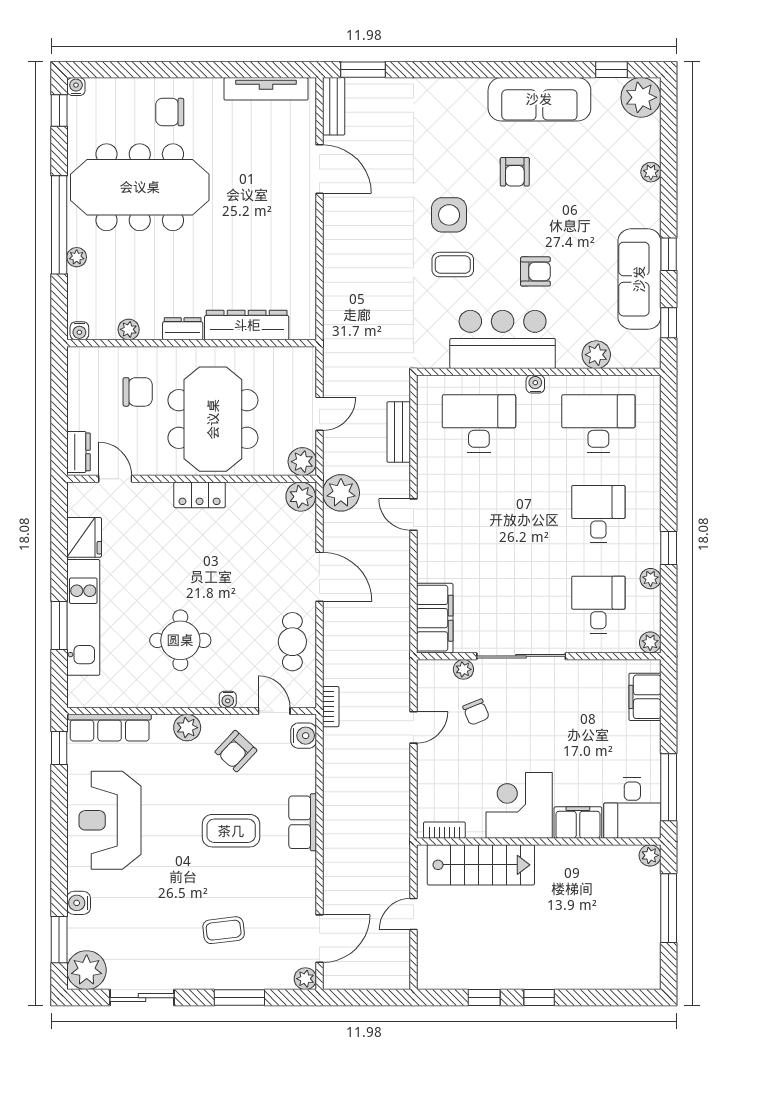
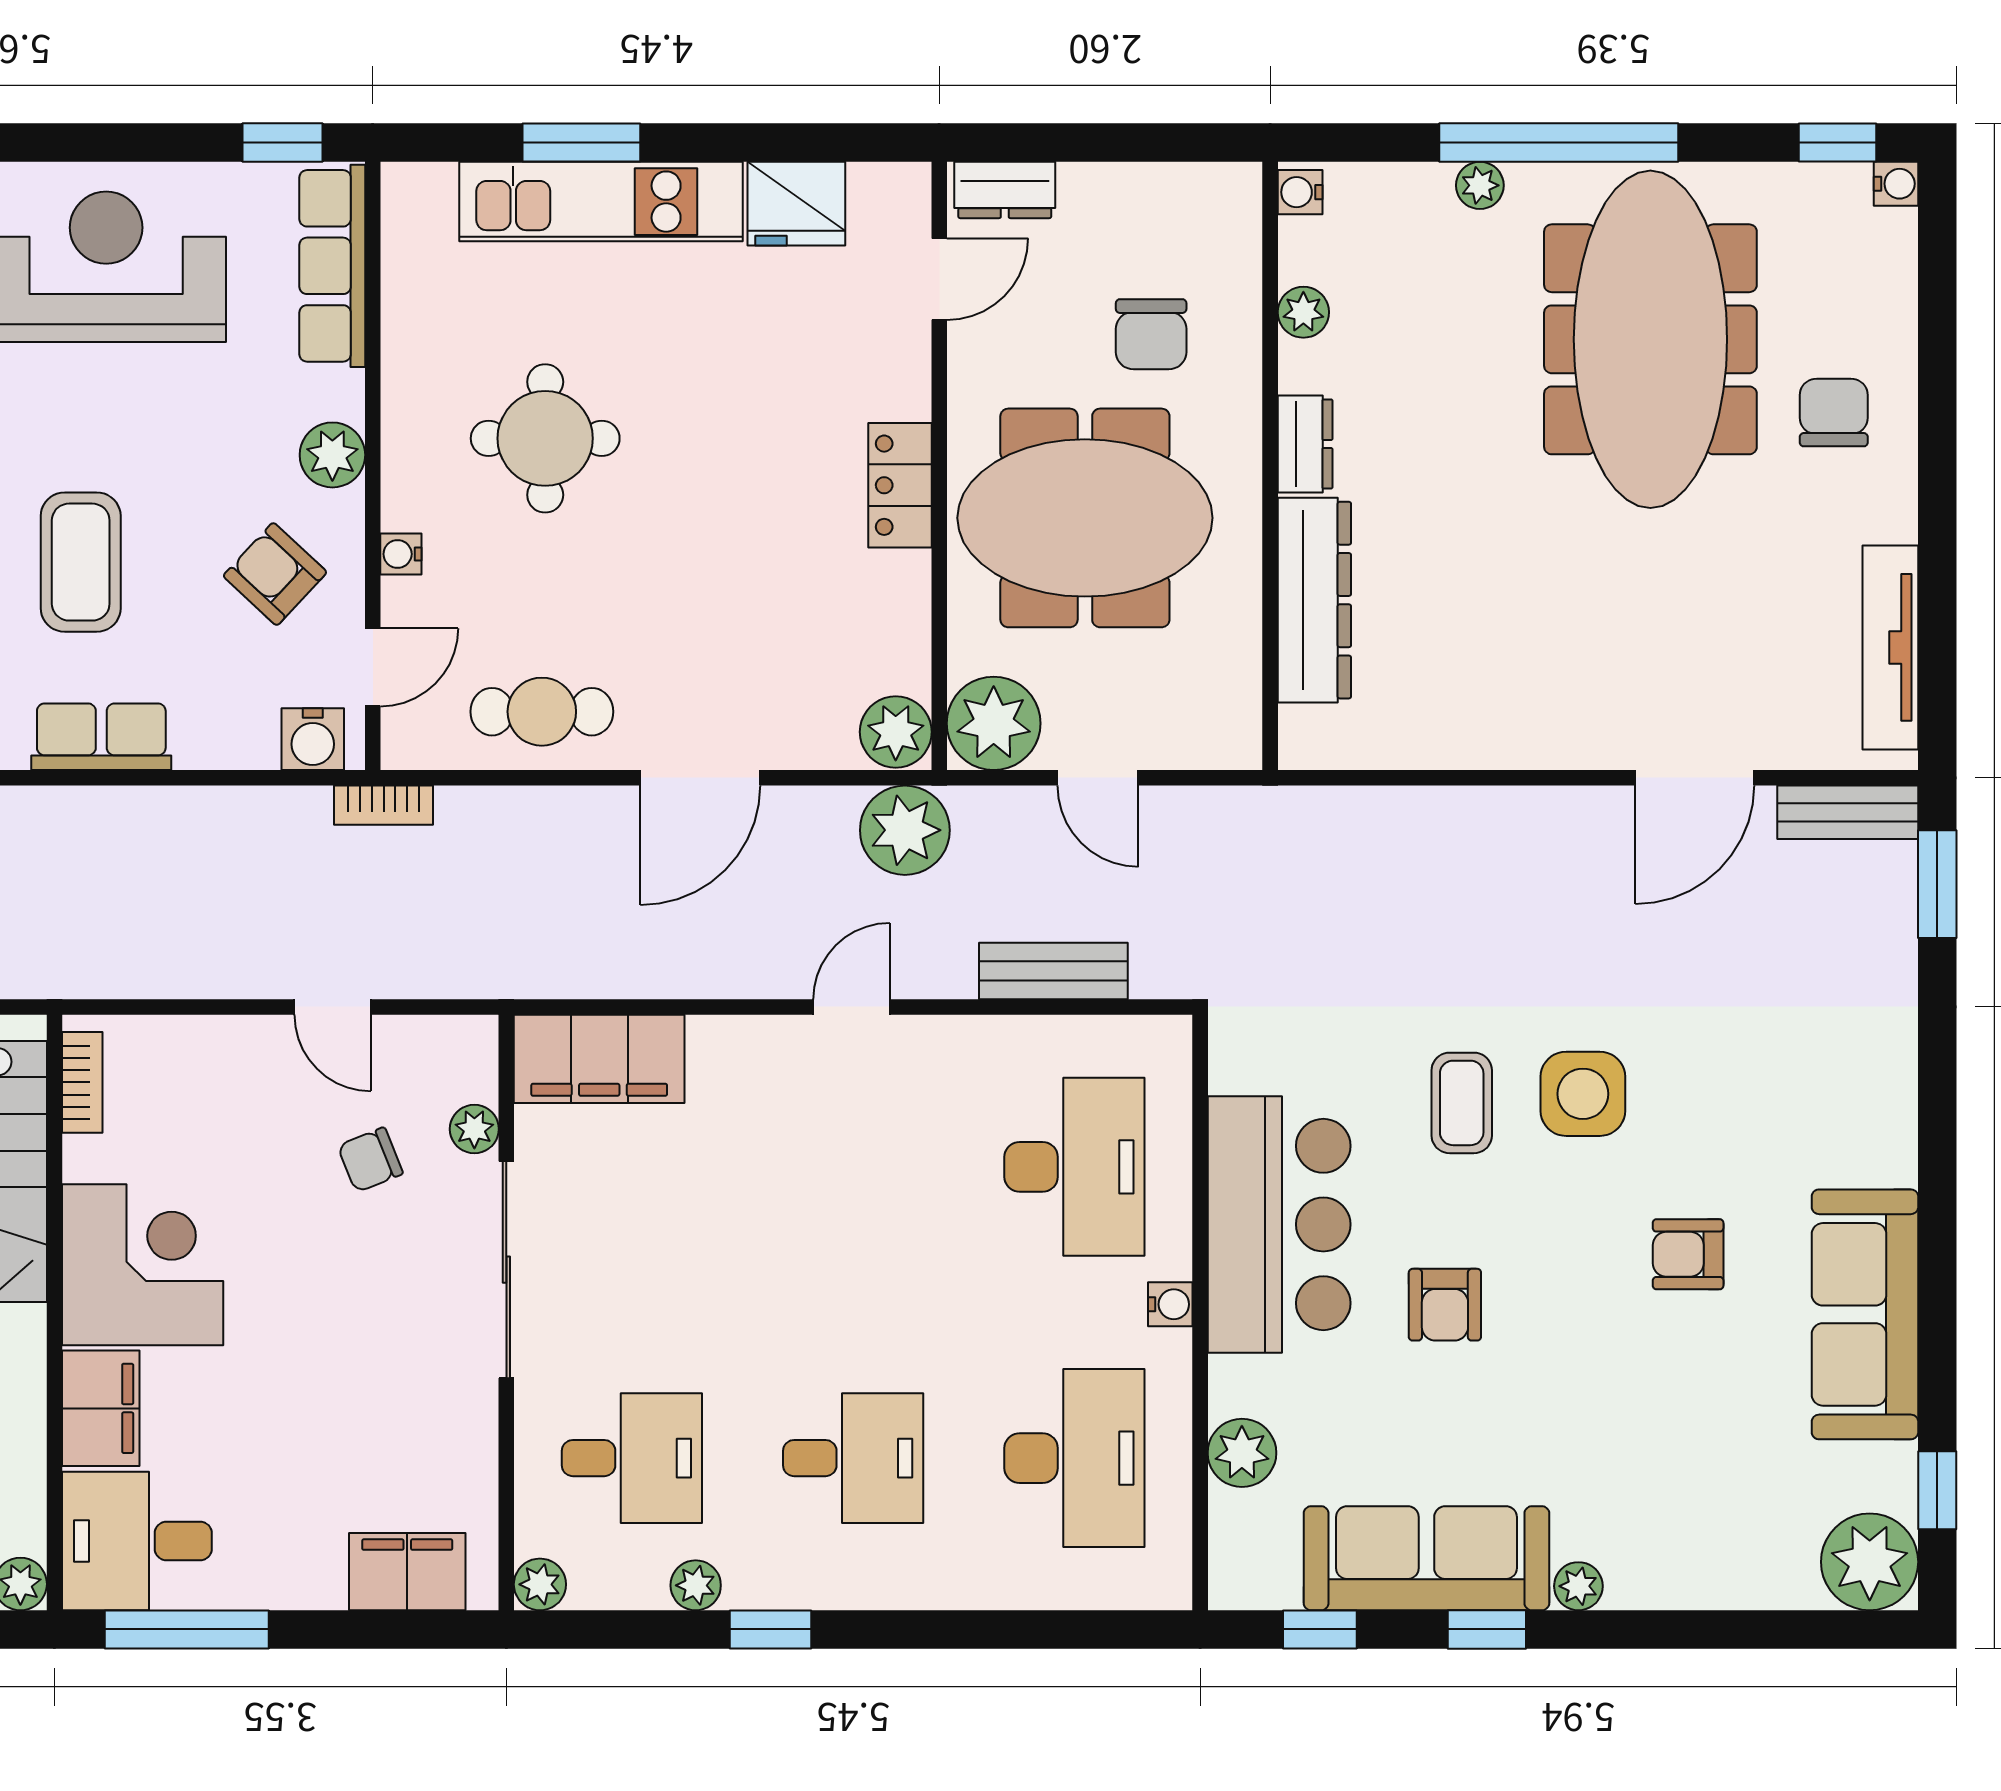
plant: (651, 172) -> (1578, 1586), moved
plant: (302, 462) -> (994, 723), width x1.36, depth x1.36

